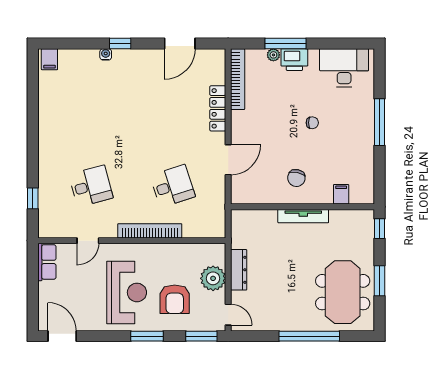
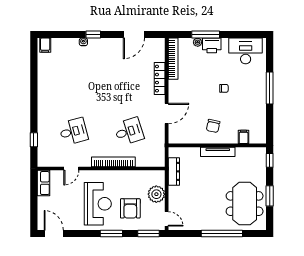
dresser: (239, 270) -> (174, 171), moved

